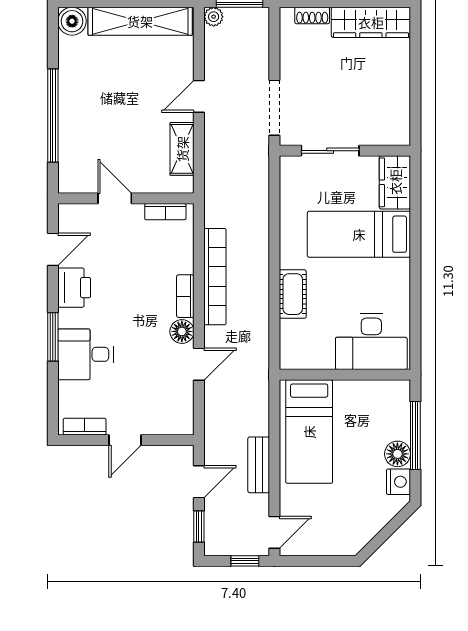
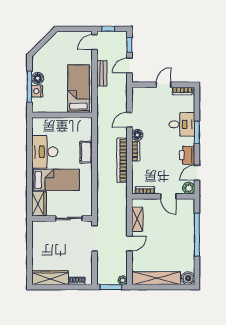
plant: (71, 216) -> (189, 188), added
desk: (371, 342) -> (45, 152), moved, turned -90
nightstand: (398, 482) -> (37, 91), moved

